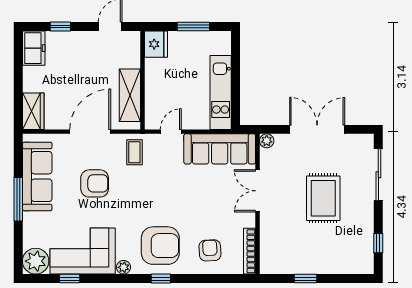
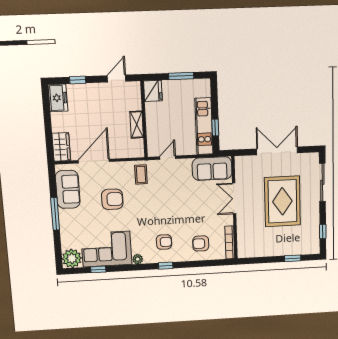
shelving: (130, 95) -> (137, 125), width x0.67, depth x0.75
window: (235, 95) -> (215, 128), added
door: (90, 132) -> (94, 161), moved
plant: (267, 141) -> (240, 161), removed
sofa: (220, 149) -> (212, 169), width x0.73
sofa: (37, 176) -> (68, 189), width x0.73
rug: (323, 198) -> (282, 201), width x1.37, depth x1.44
armchair: (160, 246) -> (164, 242), width x0.53, depth x0.53
armchair: (210, 250) -> (201, 243), turned -87
window: (305, 279) -> (293, 258), moved

